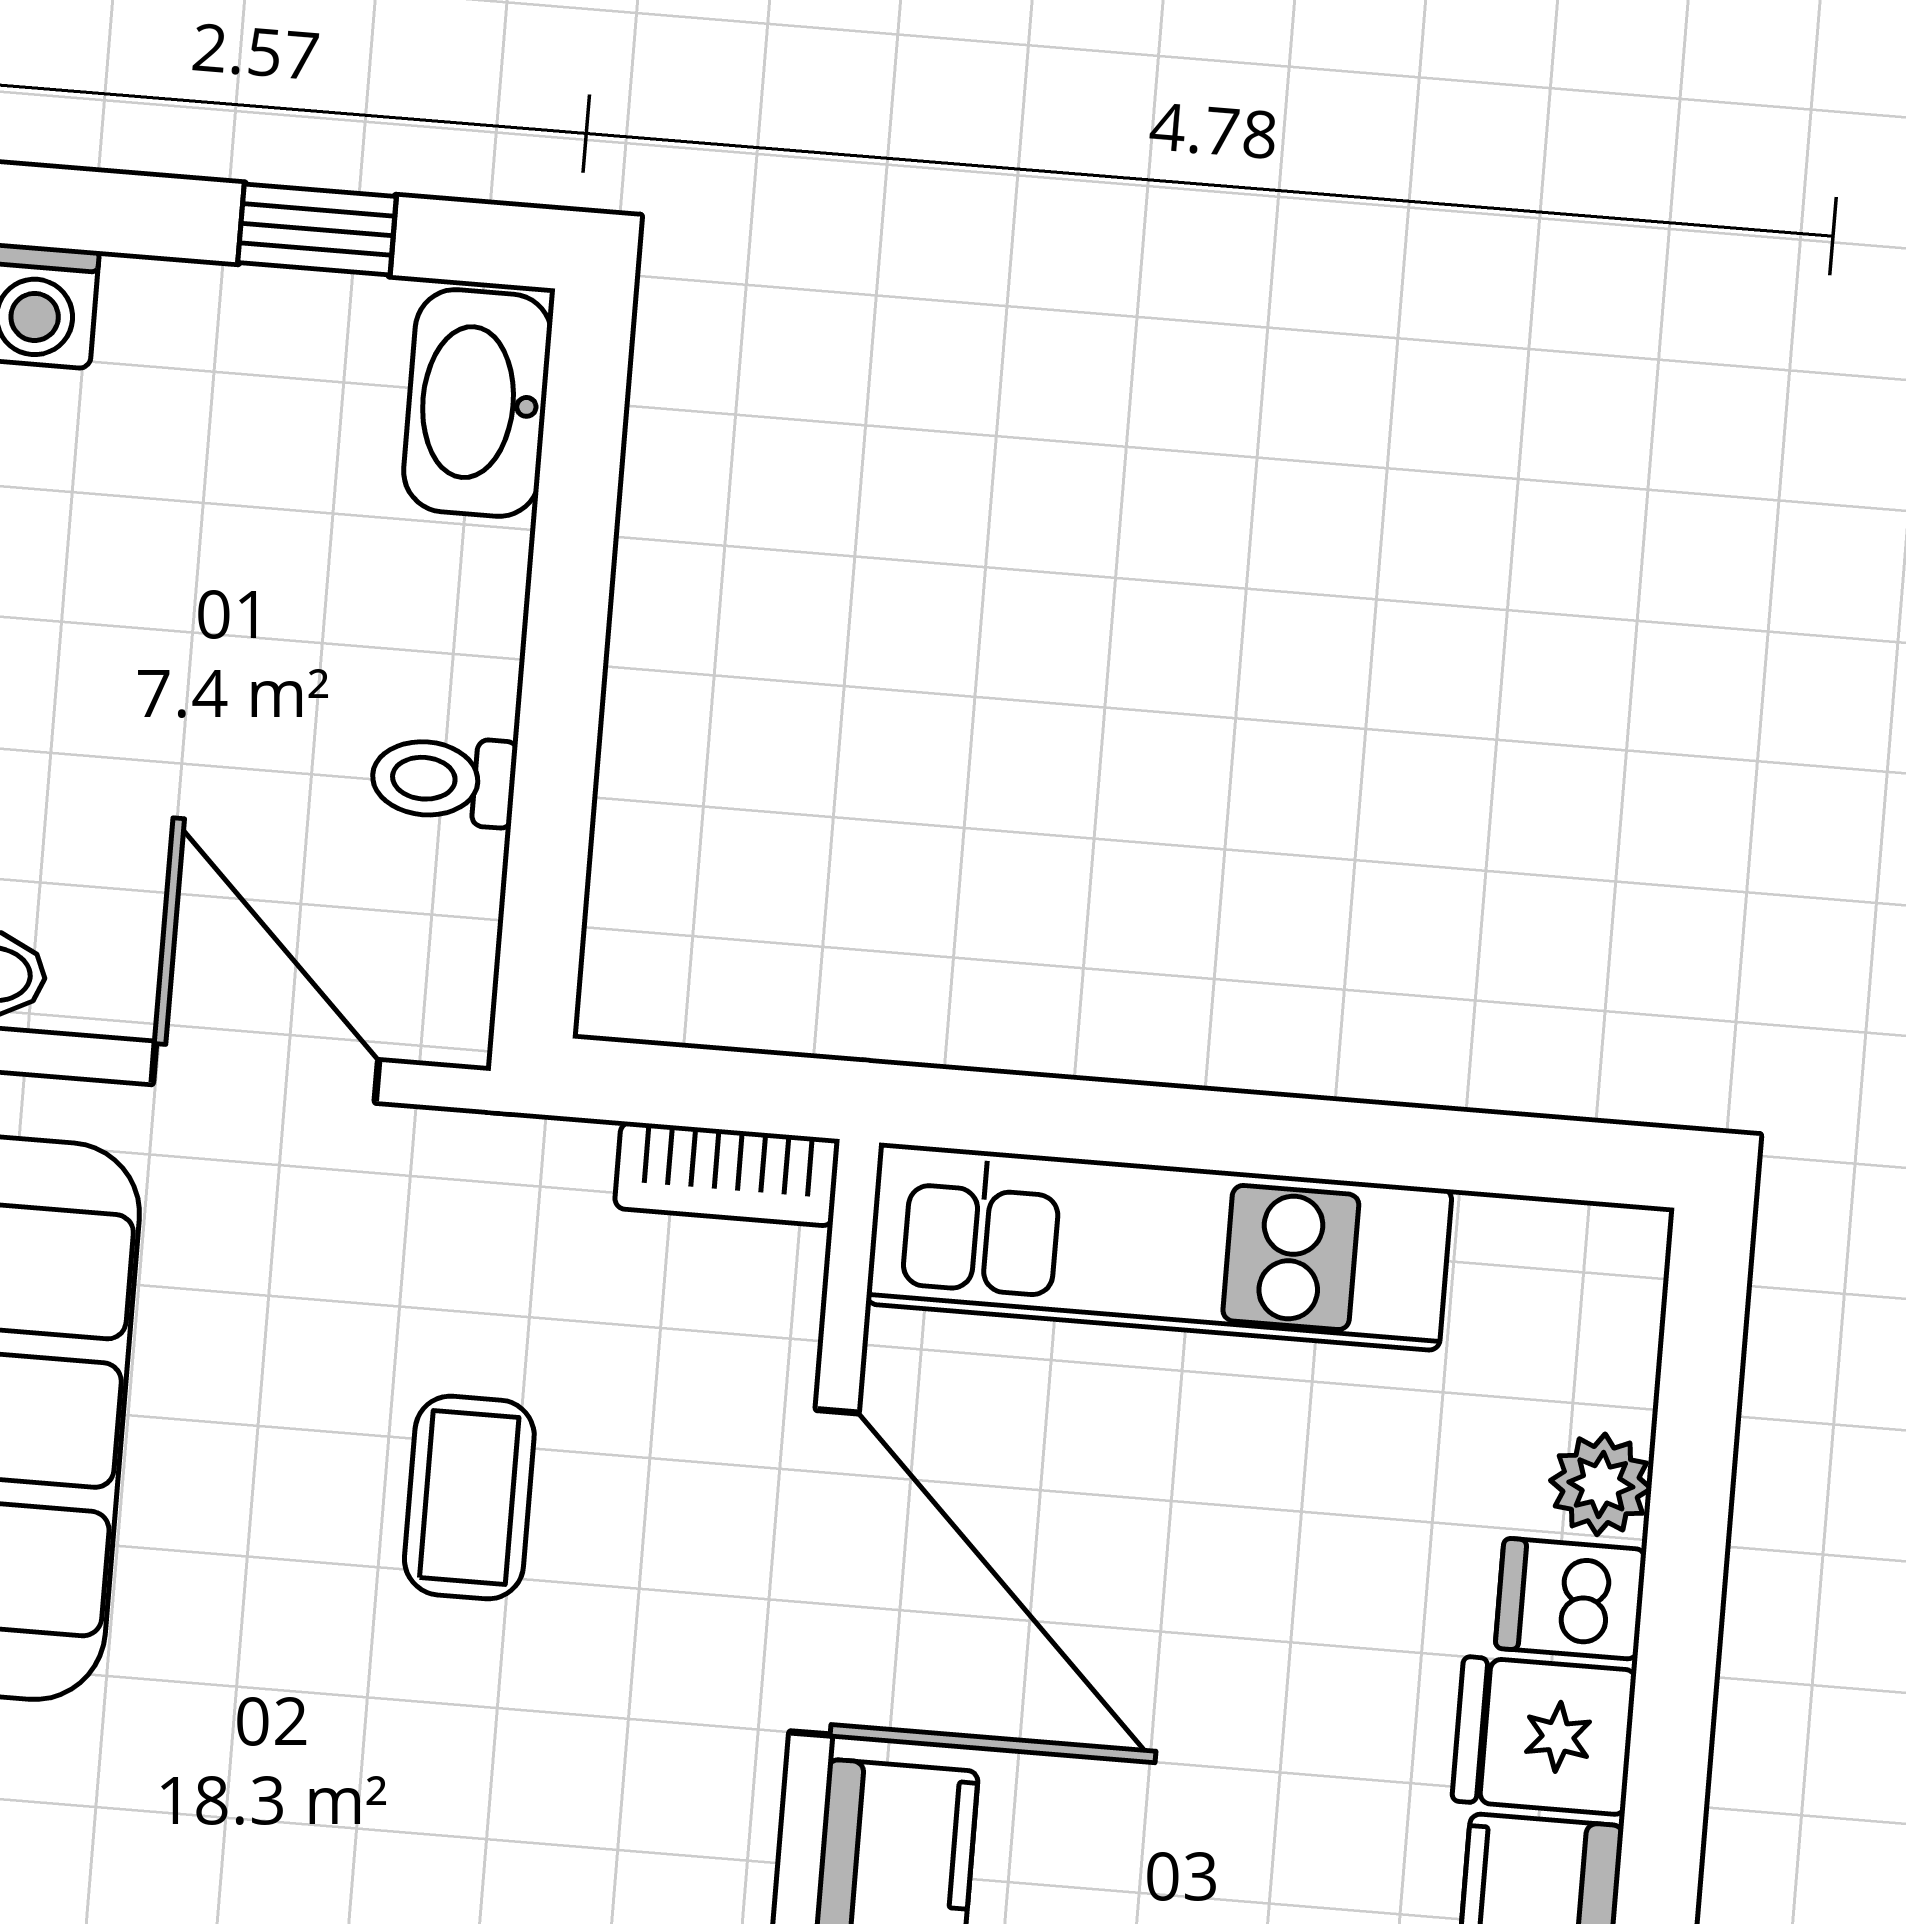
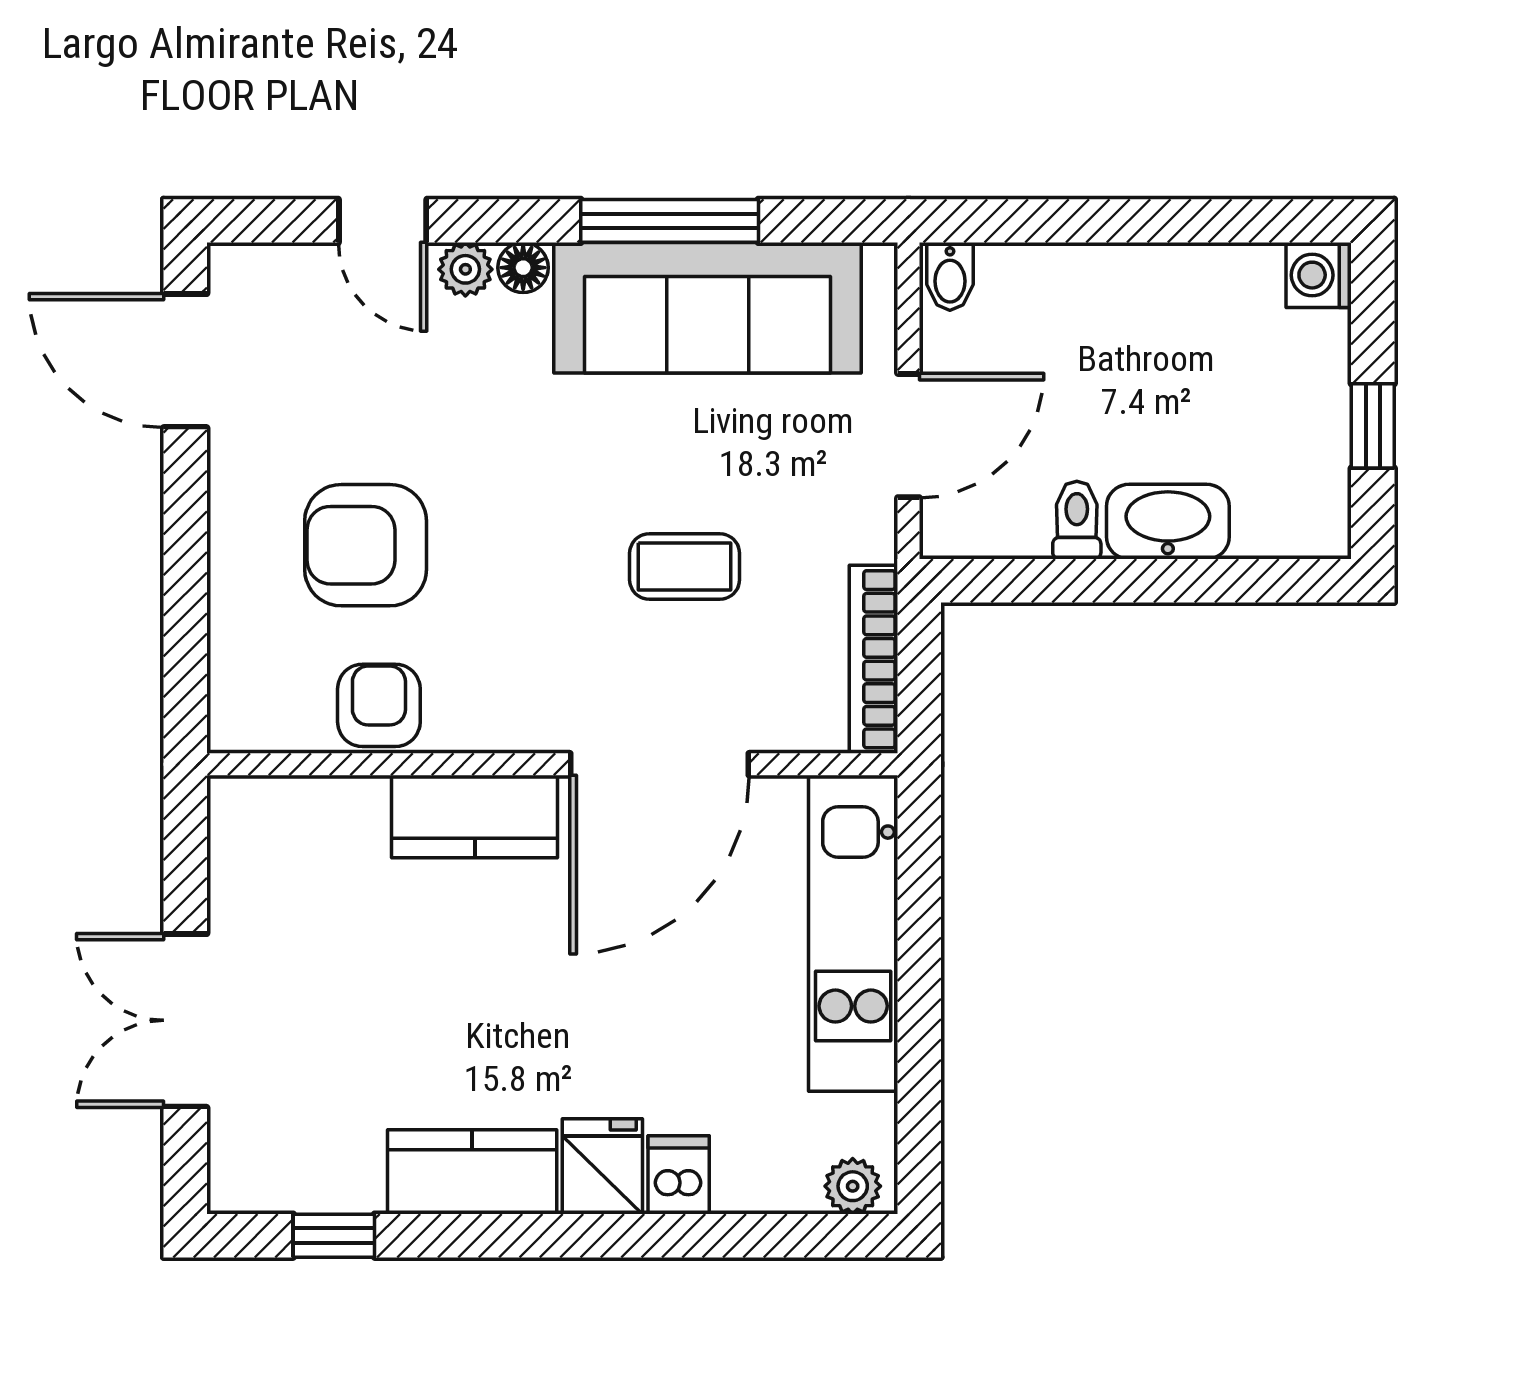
washbasin: (478, 403) -> (1168, 522), moved
bookcase: (727, 1174) -> (874, 659), width x1.56
plant: (1601, 1484) -> (853, 1186), moved

